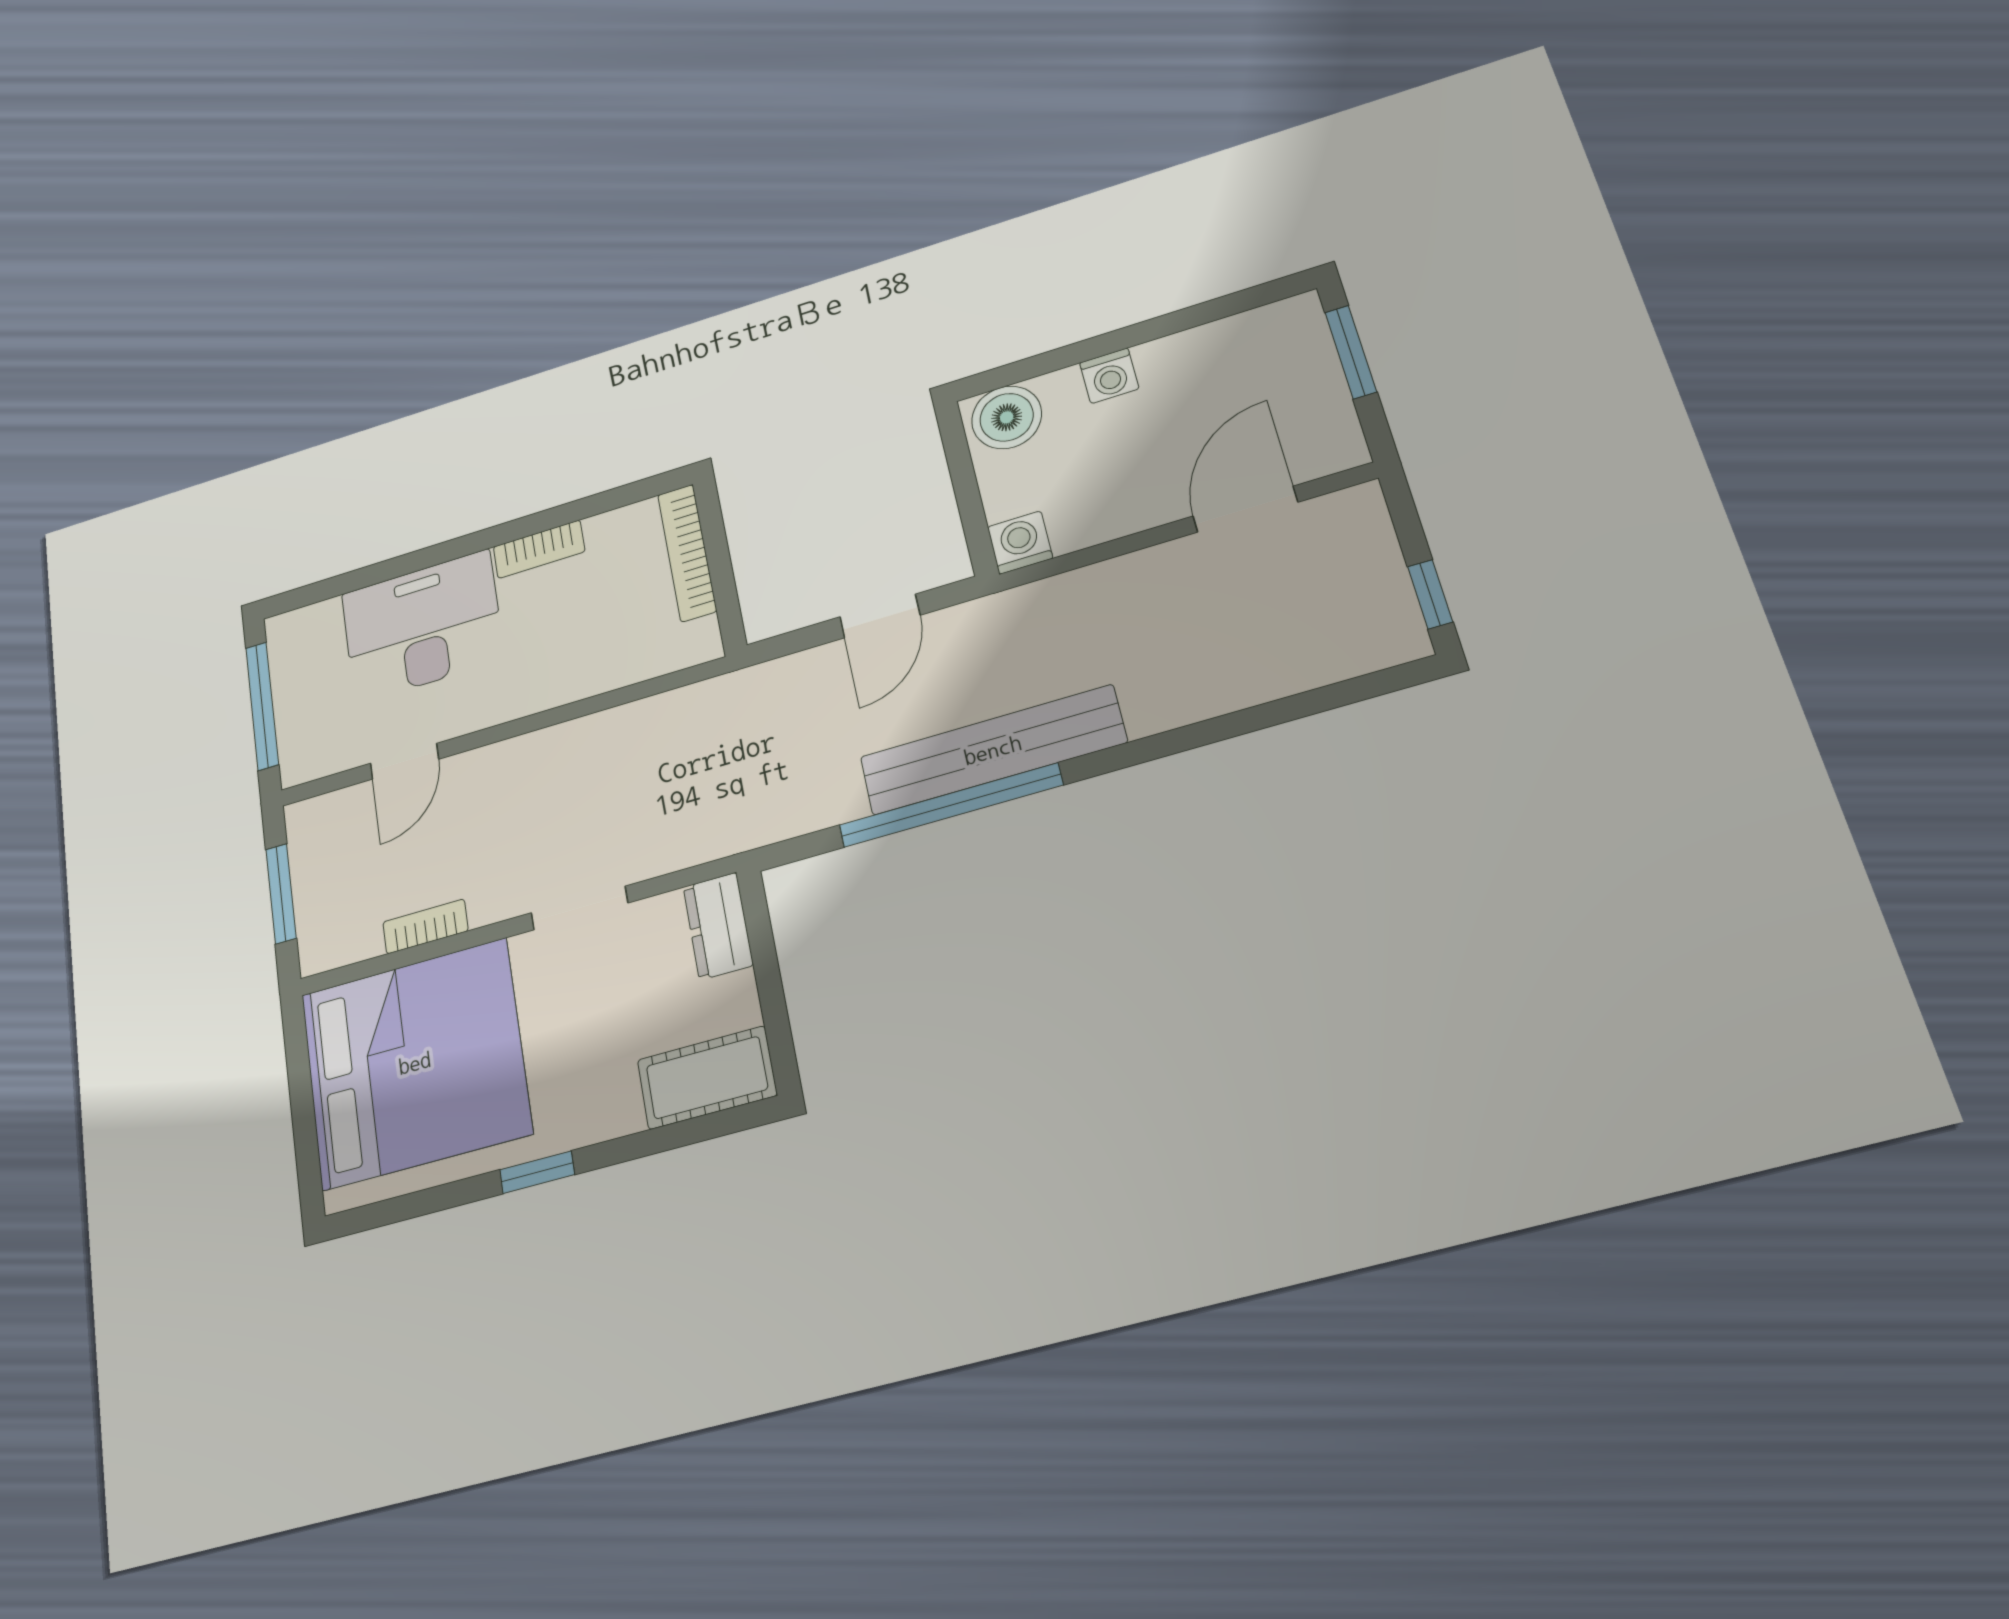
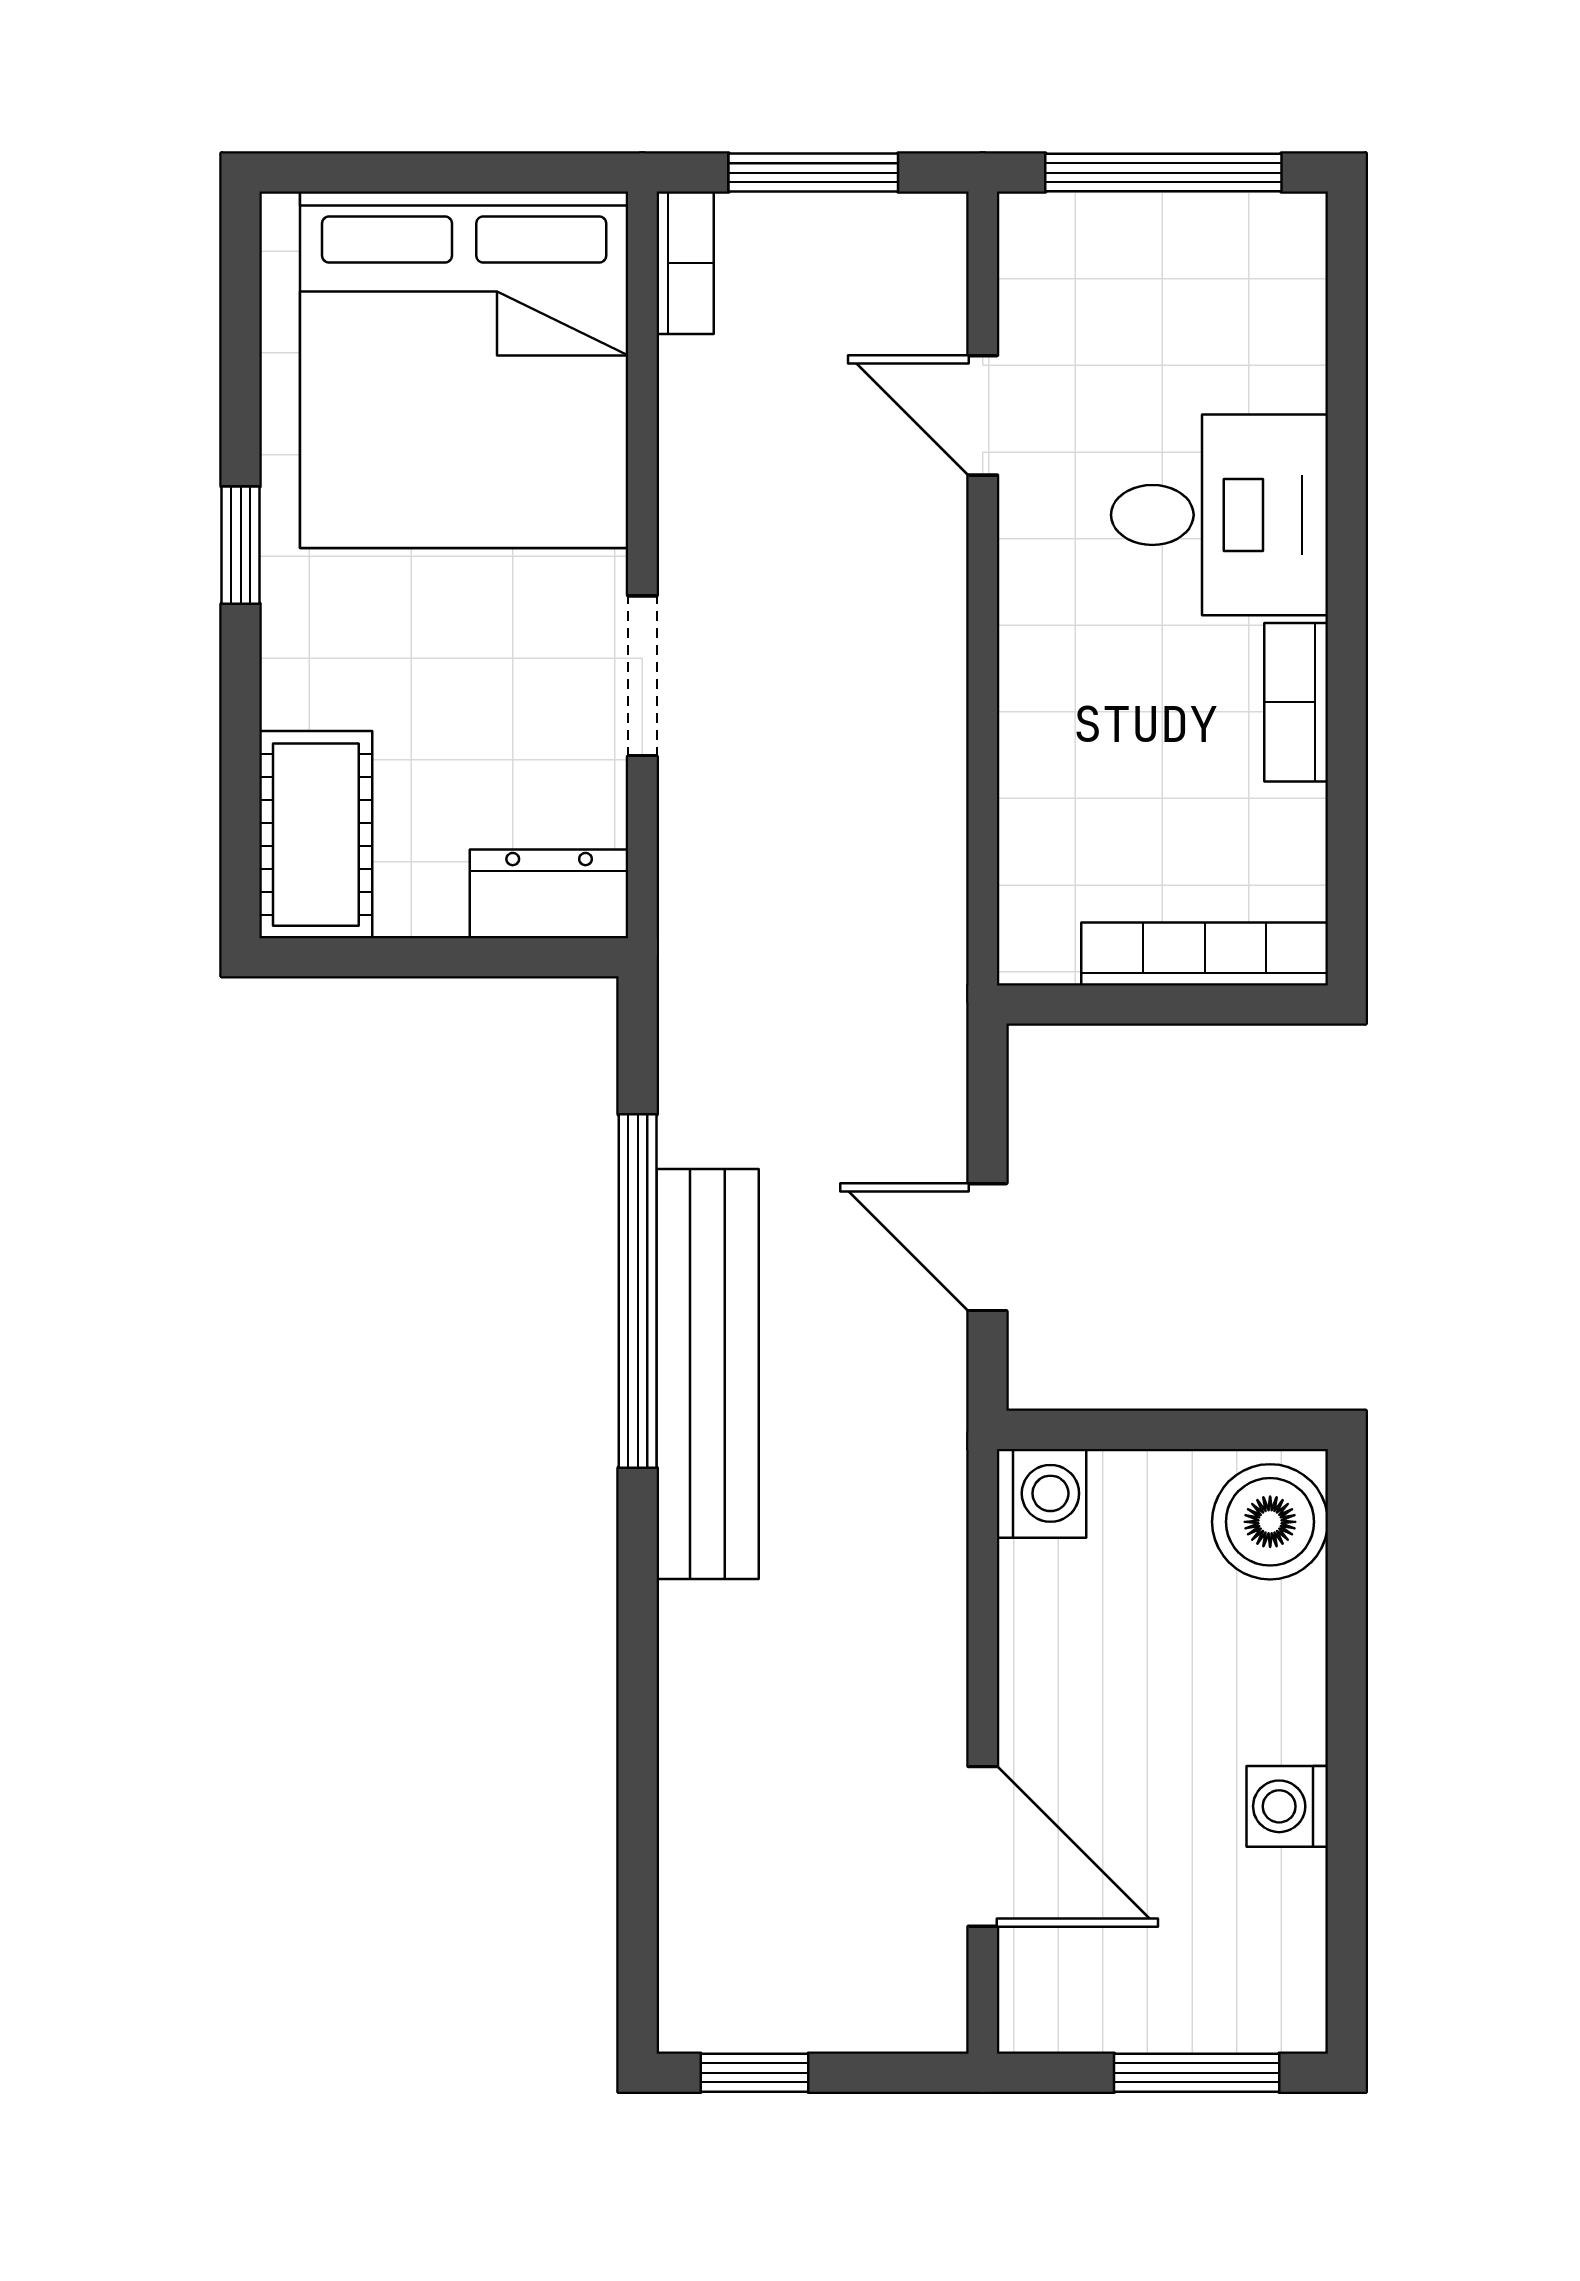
washing machine: (1109, 376) -> (1287, 1806), moved
desk: (422, 626) -> (1219, 515), width x0.73
bookcase: (425, 926) -> (685, 263), moved

